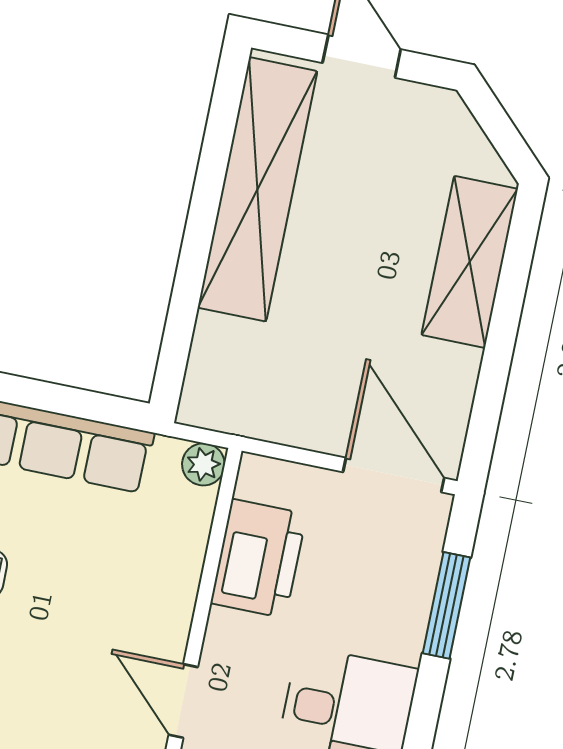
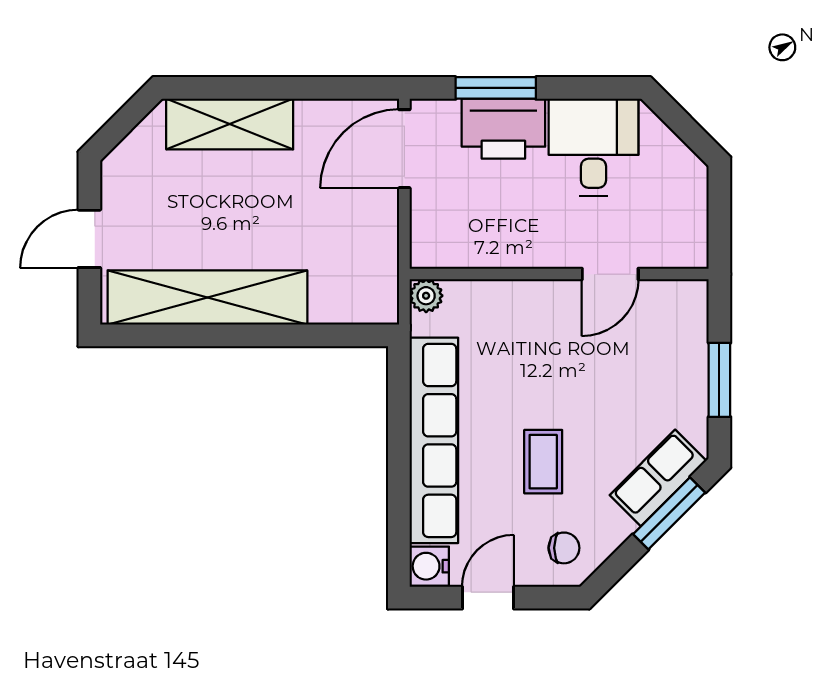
printer: (258, 559) -> (503, 129), moved, turned 180

